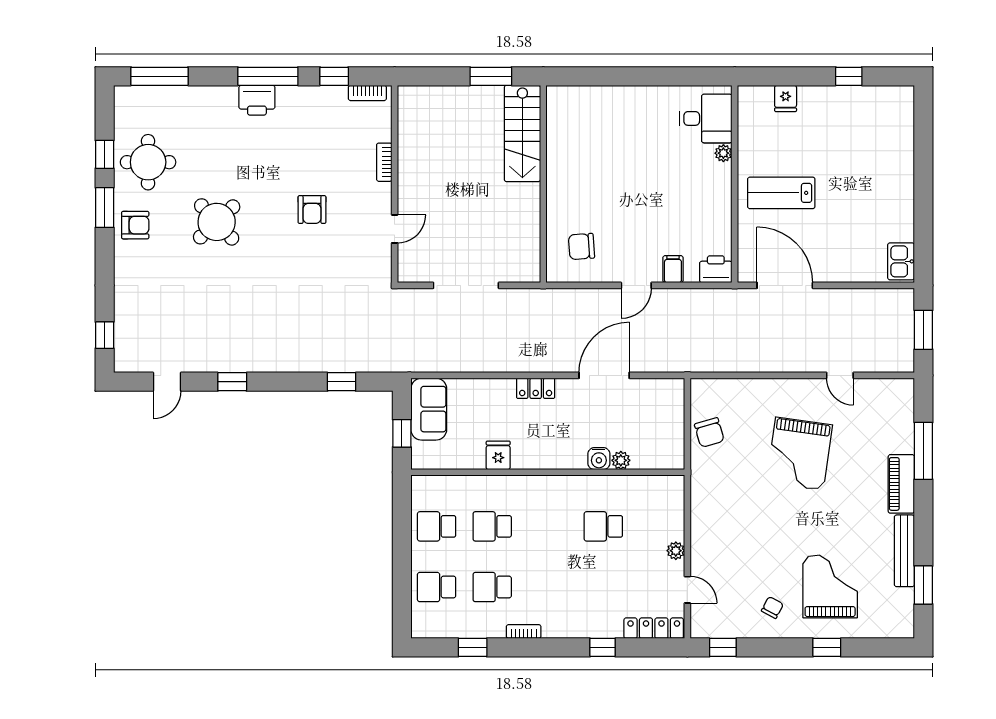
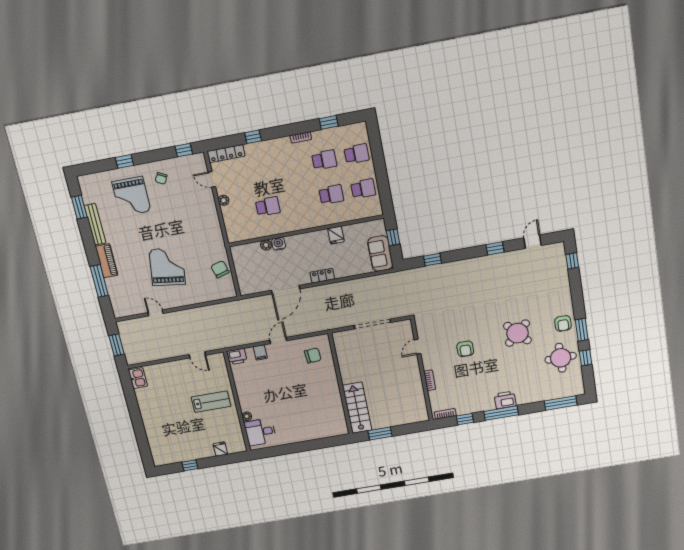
armchair: (312, 210) -> (465, 349), turned 180
armchair: (135, 225) -> (563, 323), turned -90
door: (785, 285) -> (197, 355), width x0.53

